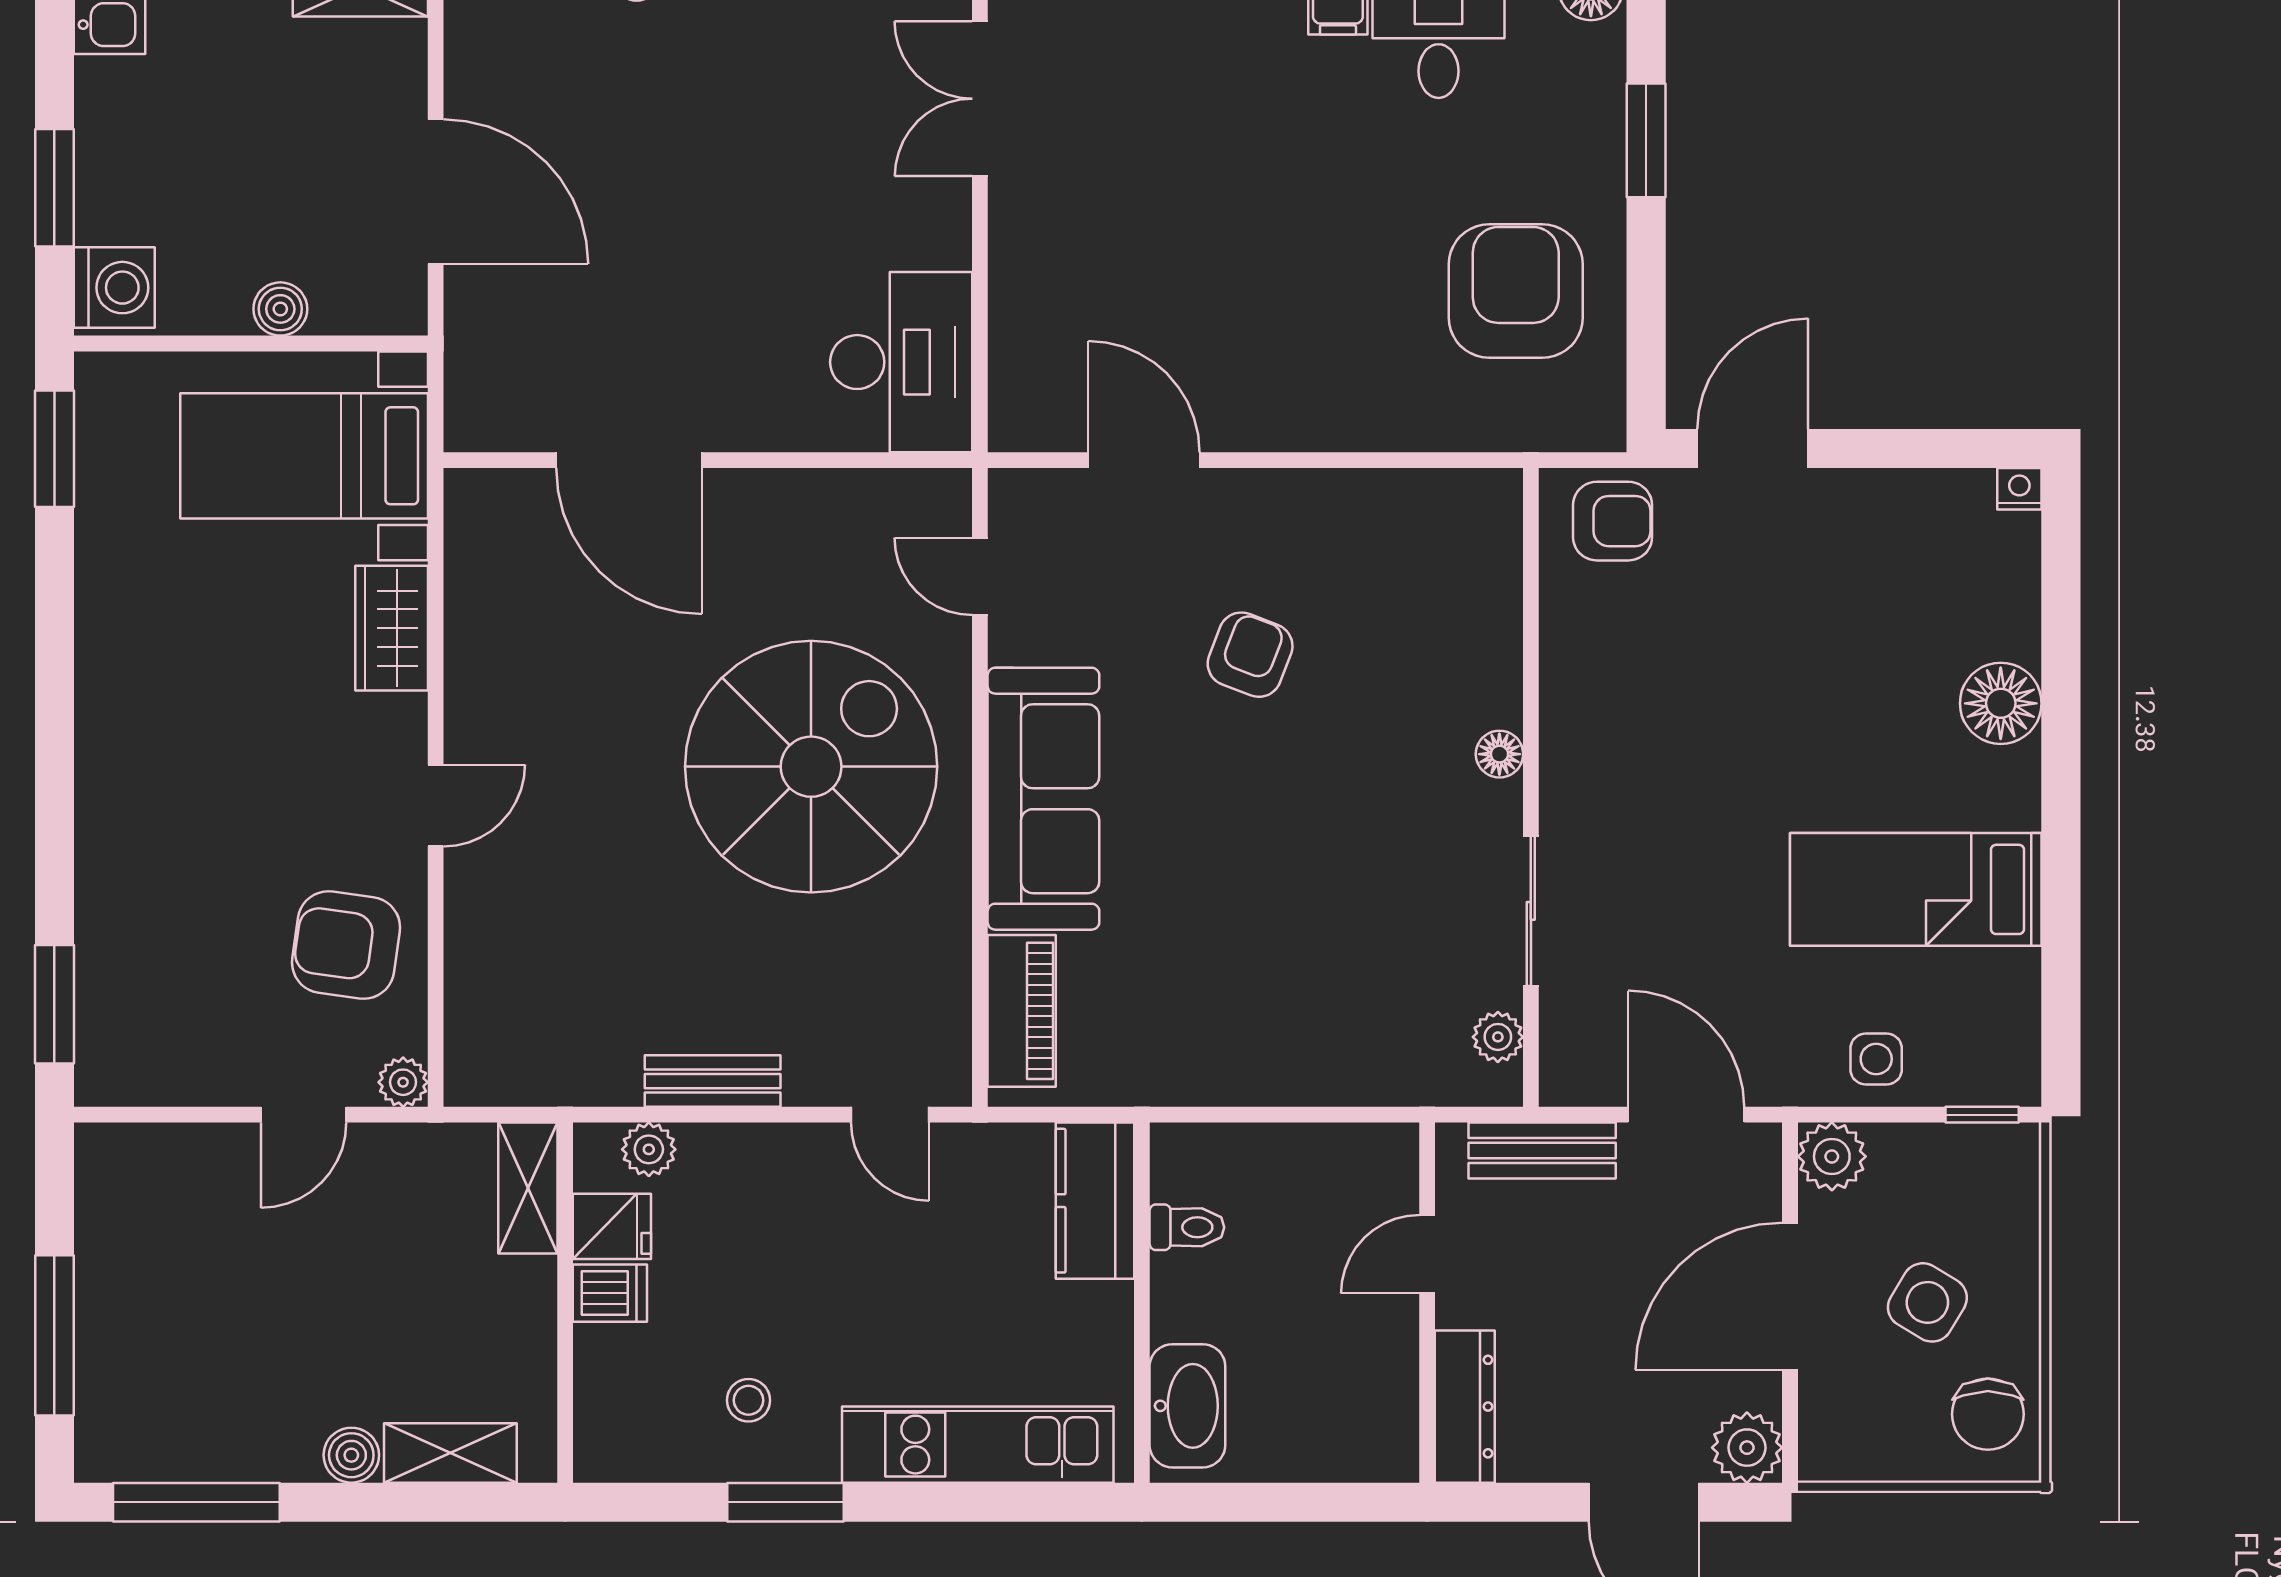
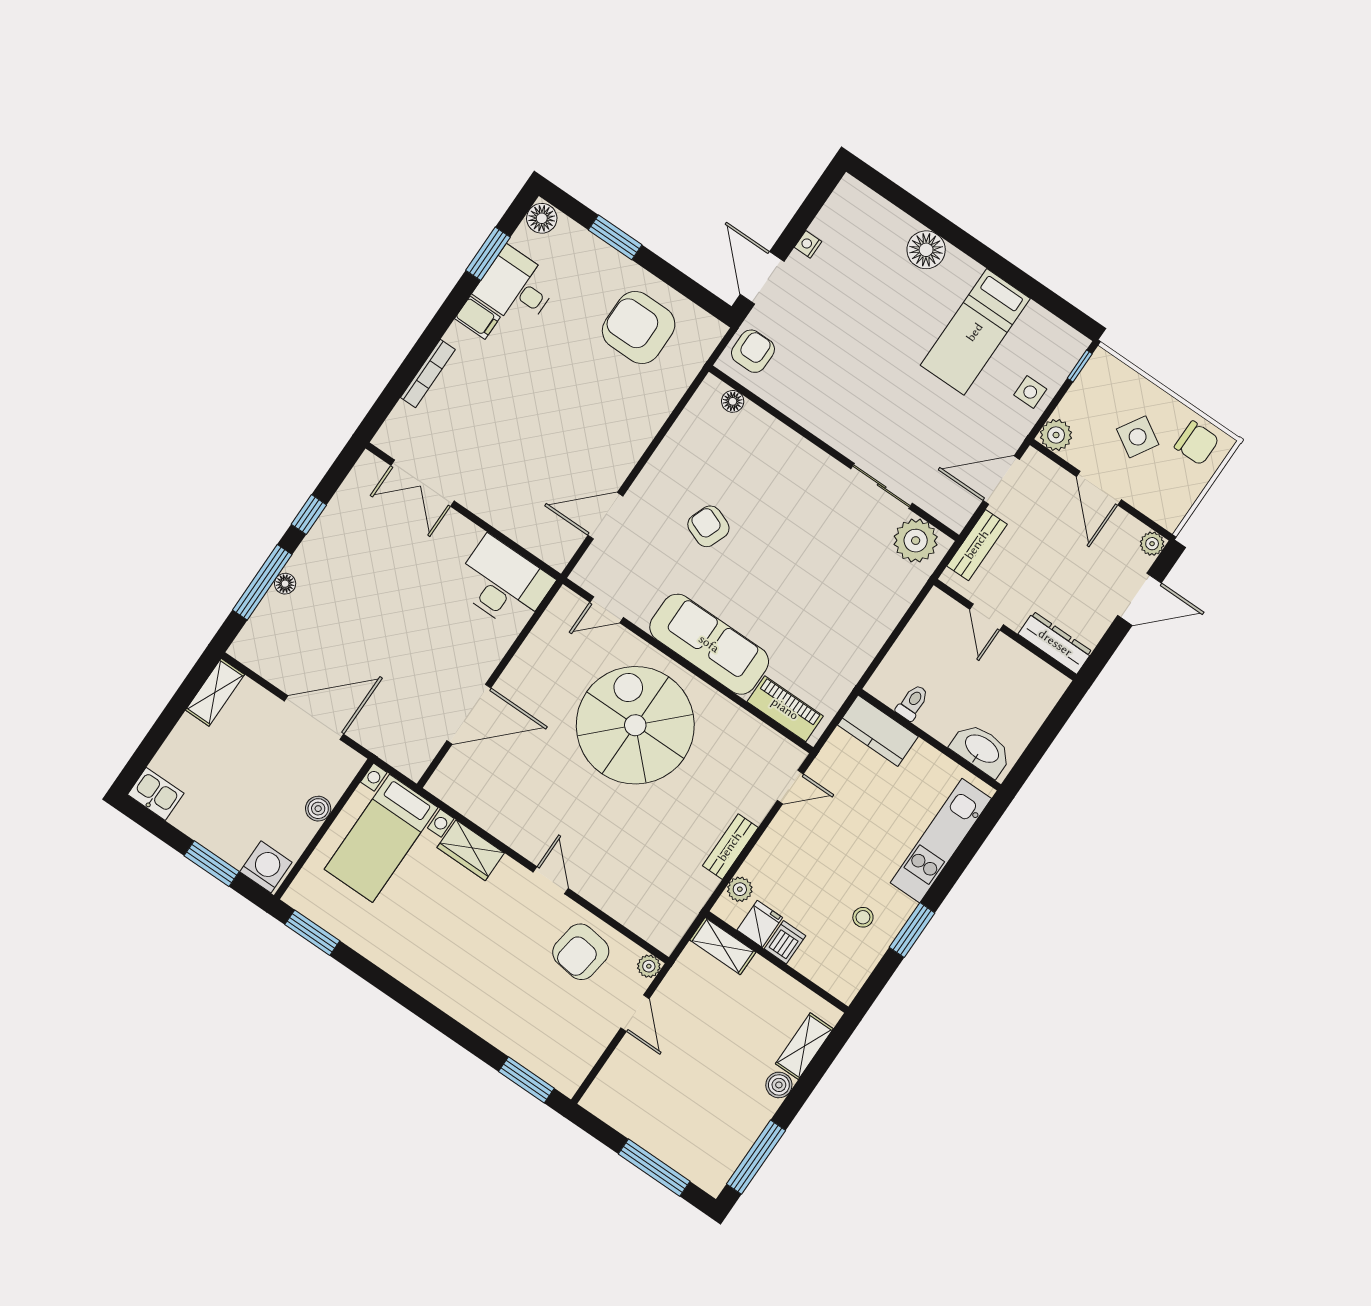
nightstand: (2019, 489) -> (808, 244), moved
floor lamp: (1499, 754) -> (733, 401), moved
plant: (1498, 1037) -> (916, 541), width x1.87, depth x1.87
door: (1790, 1296) -> (1099, 488), width x0.73
plant: (1747, 1448) -> (1152, 544), width x0.73, depth x0.73

